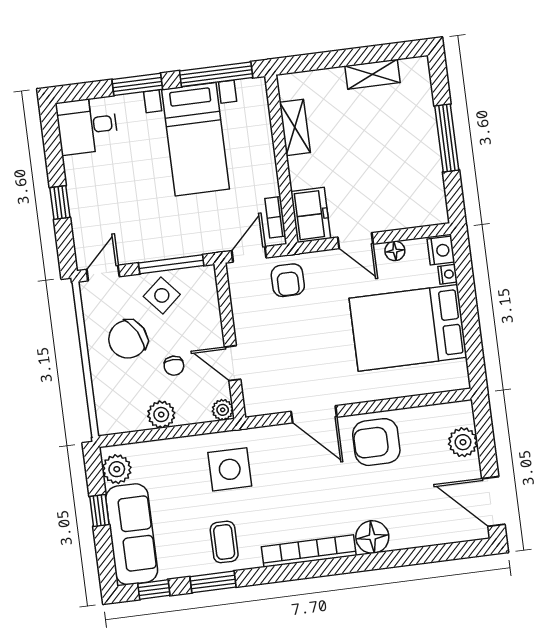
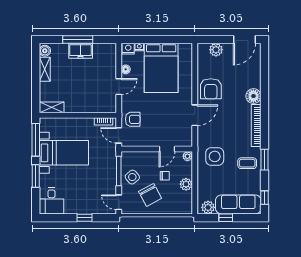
boiler: (413, 69) -> (45, 51), added
shelving: (295, 127) -> (52, 107), moved
freezer: (311, 215) -> (81, 51), moved, turned 180
window: (213, 582) -> (265, 160), moved

